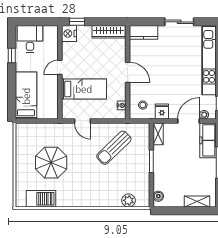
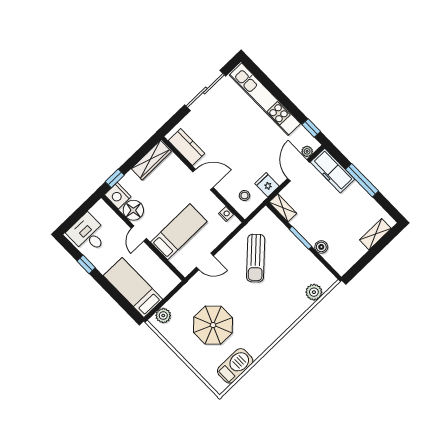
sliding door: (179, 22) -> (205, 91), width x1.37
kitchen counter: (144, 32) -> (187, 147), moved, turned -90
floor lamp: (70, 51) -> (133, 210), added
plant: (28, 129) -> (163, 316), added
boiler: (158, 196) -> (321, 247), moved

